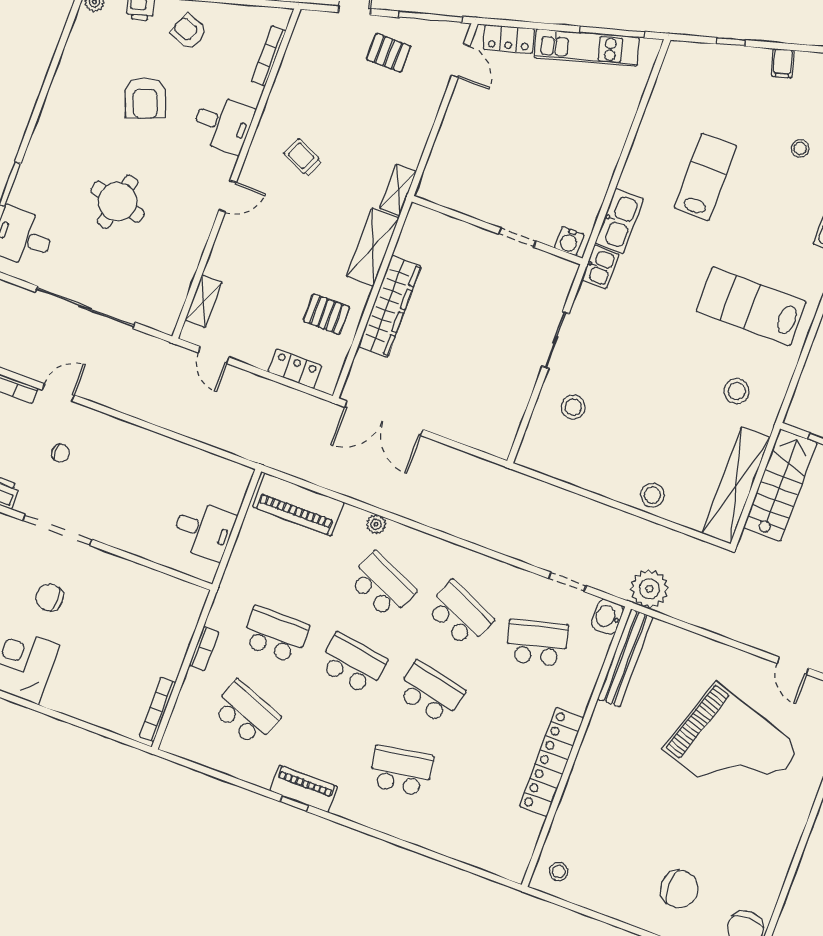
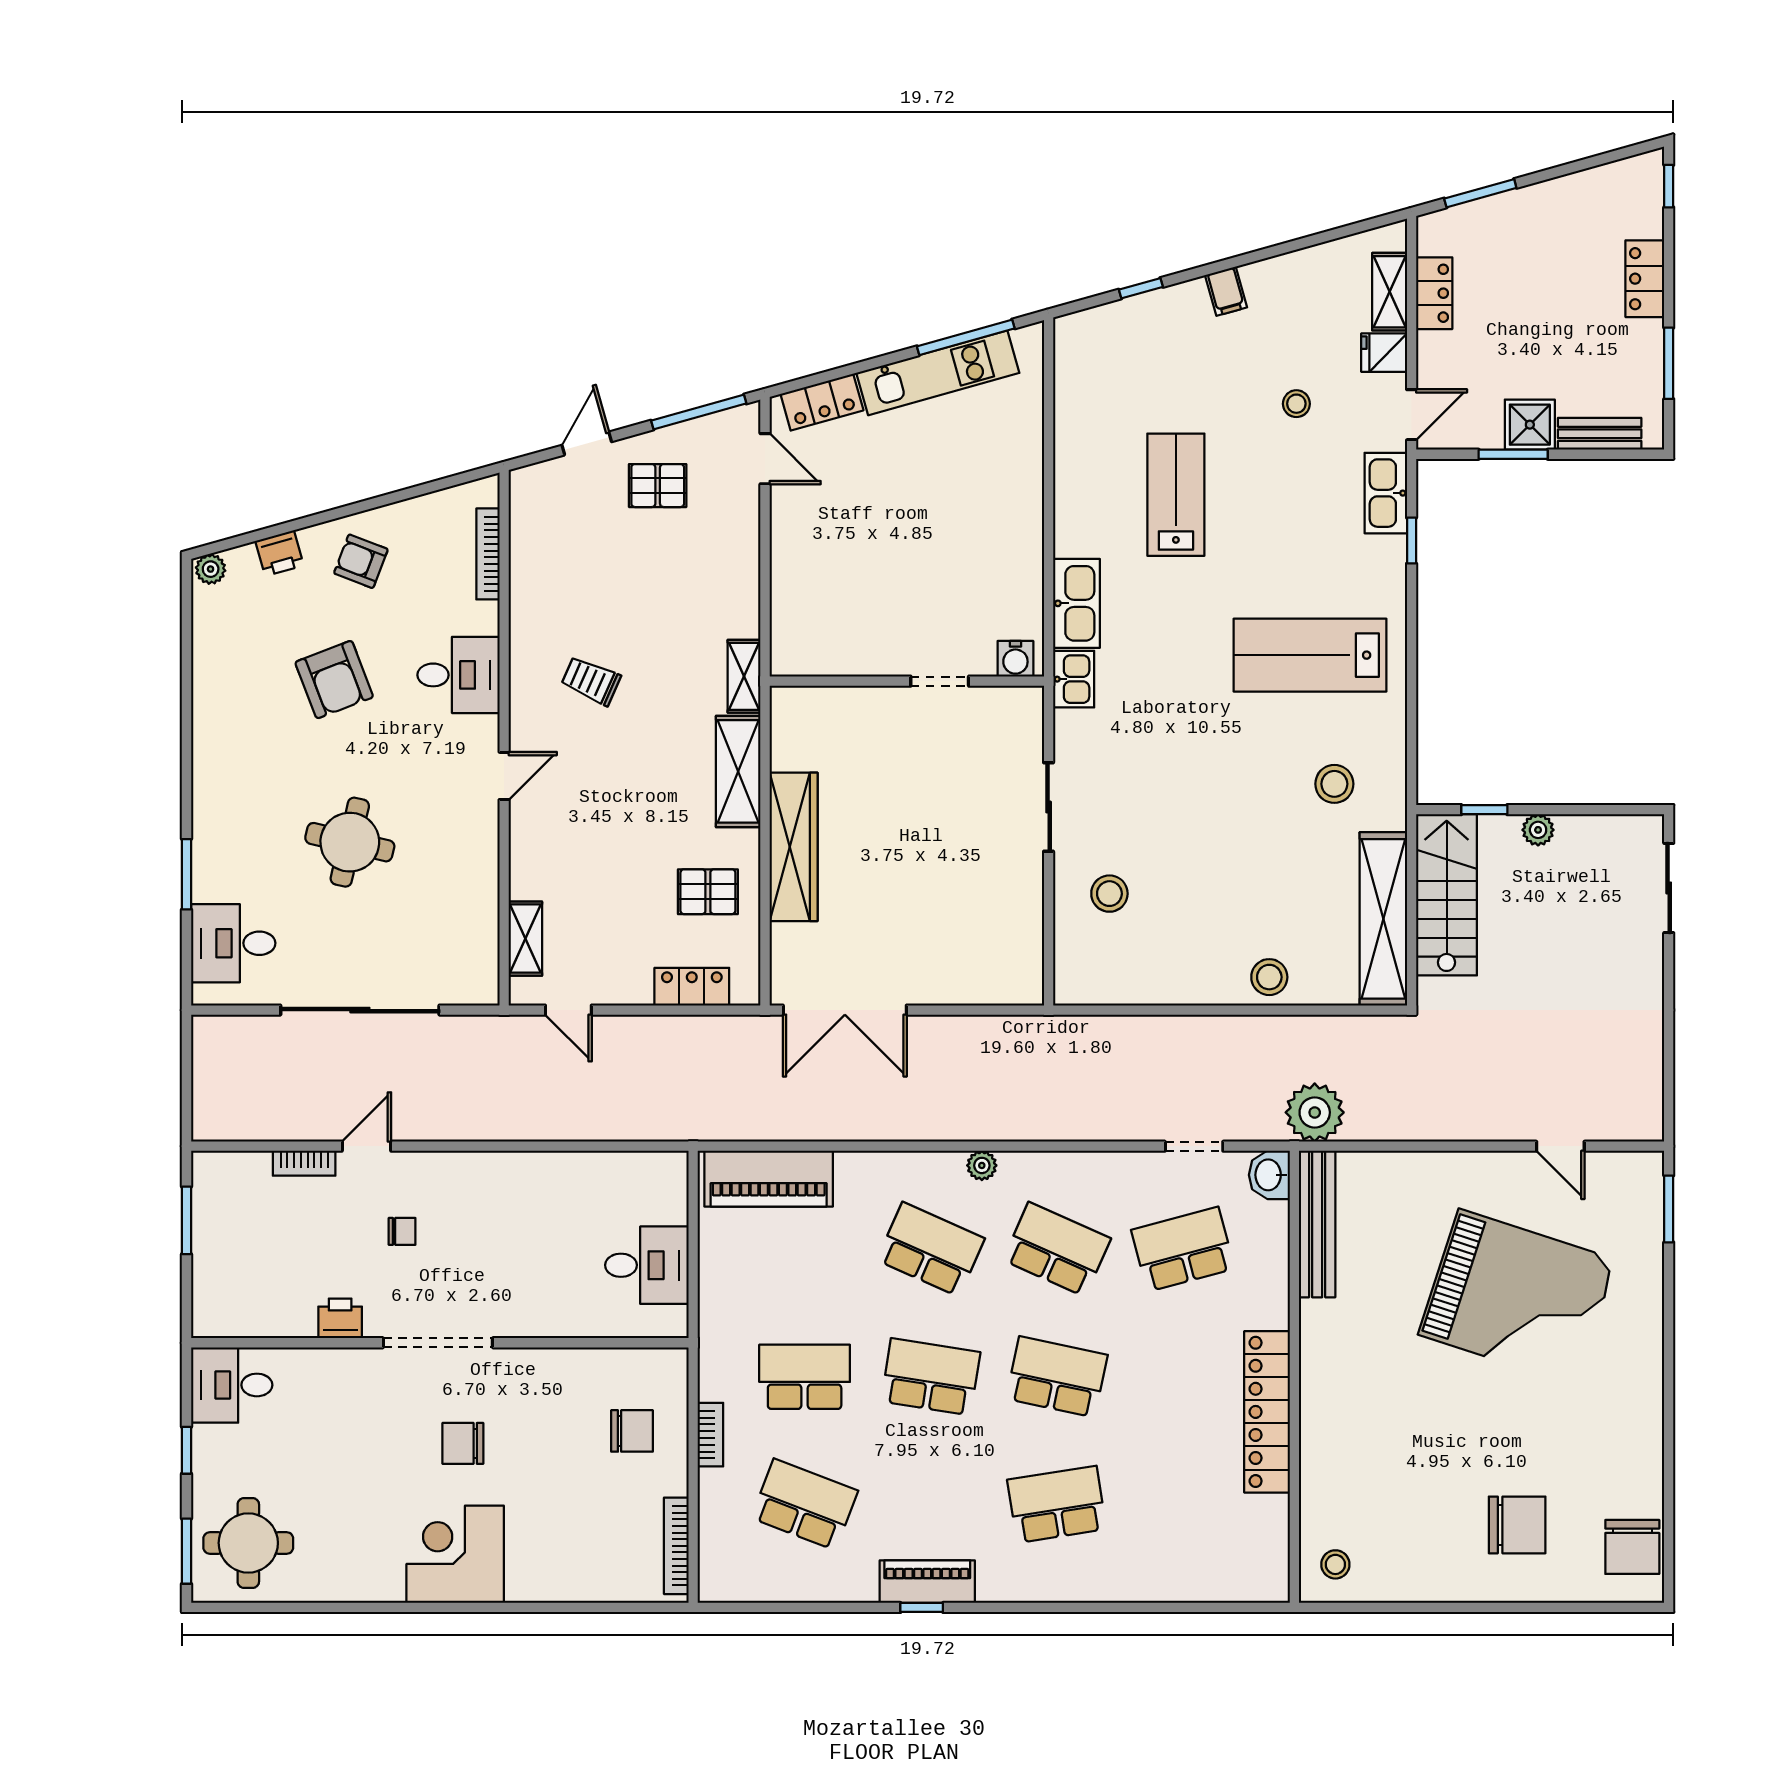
plant: (376, 524) -> (982, 1165), moved
chair: (156, 629) -> (632, 1431), added

